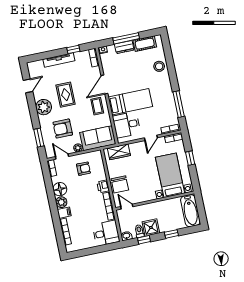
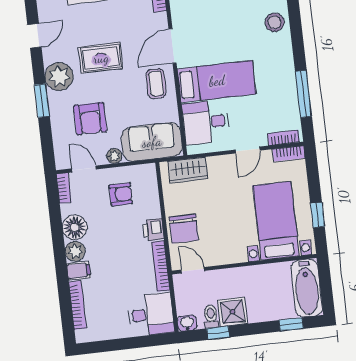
rug: (66, 95) -> (101, 58), turned 90
armchair: (63, 129) -> (90, 119), turned -90
window: (39, 138) -> (42, 101), moved
window: (190, 158) -> (318, 215), moved
window: (171, 234) -> (291, 324), moved

